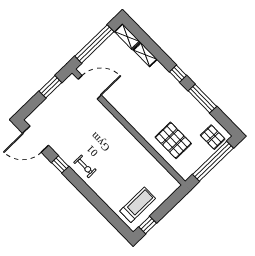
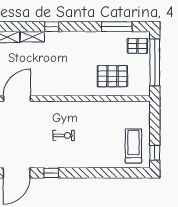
window: (178, 74) -> (52, 27), moved
window: (202, 99) -> (117, 27), moved
exercise bike: (85, 166) -> (64, 135), moved

